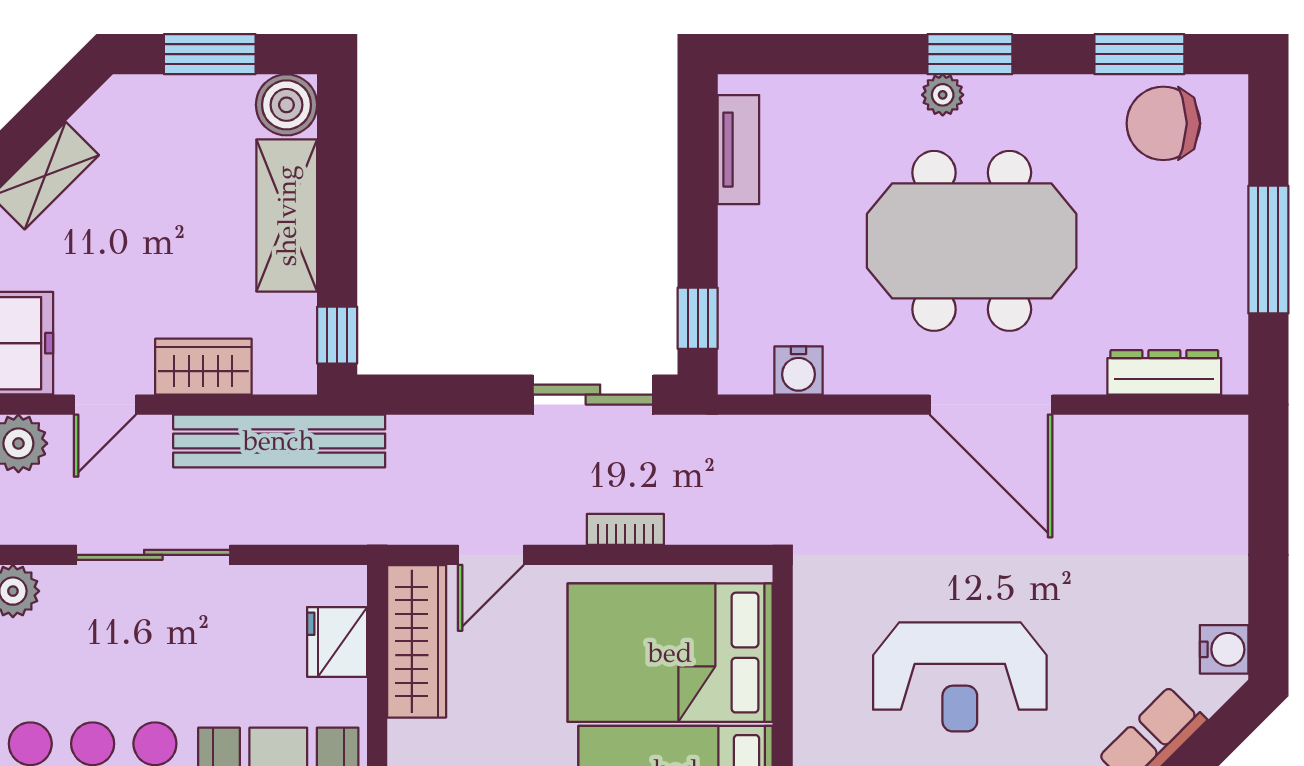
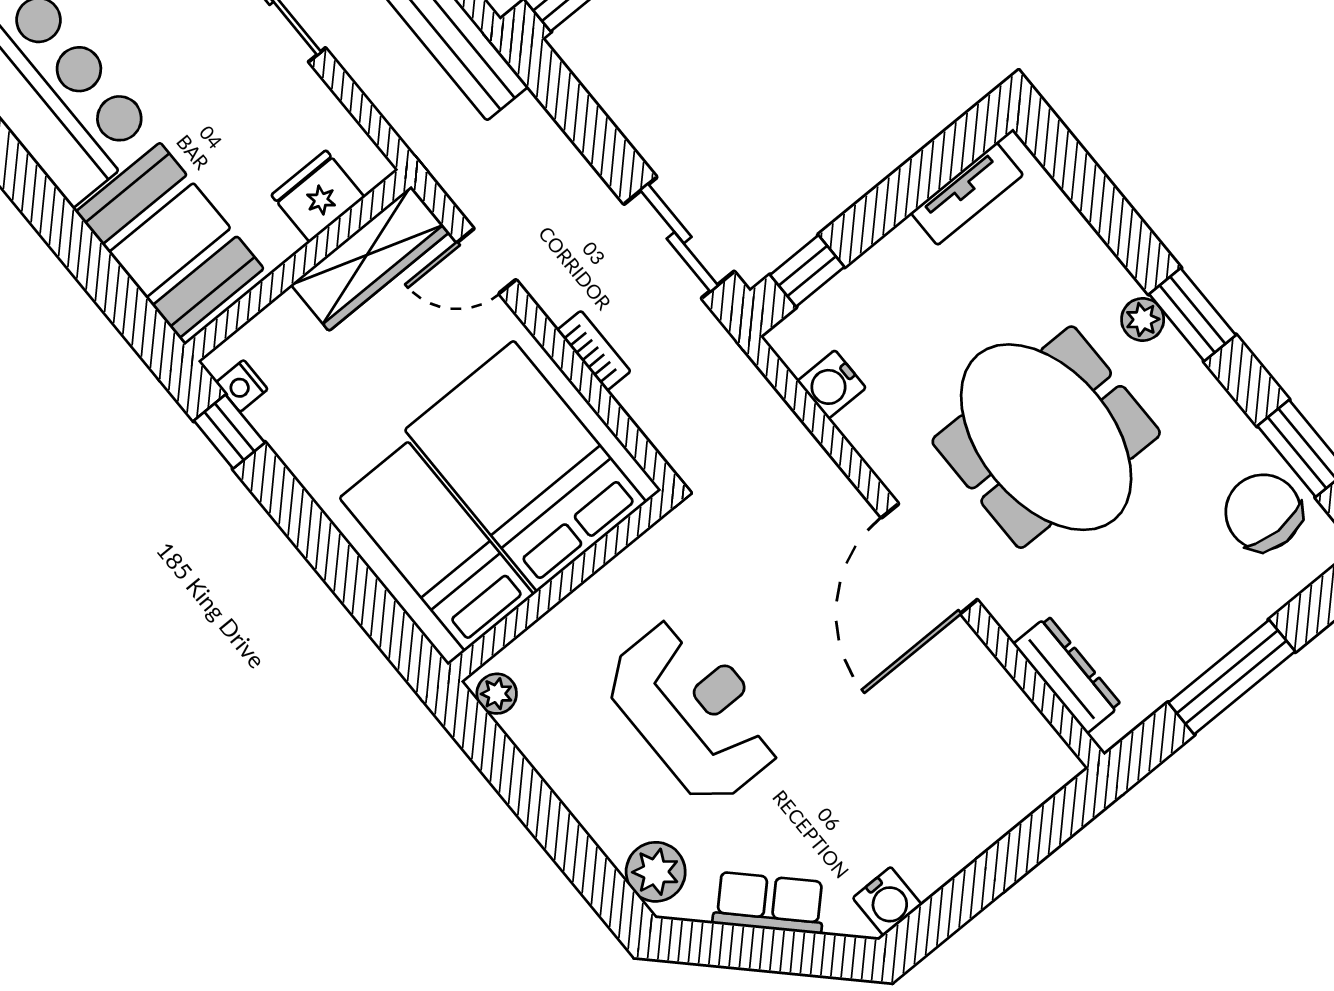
reception desk: (960, 677) -> (694, 711), turned 180

